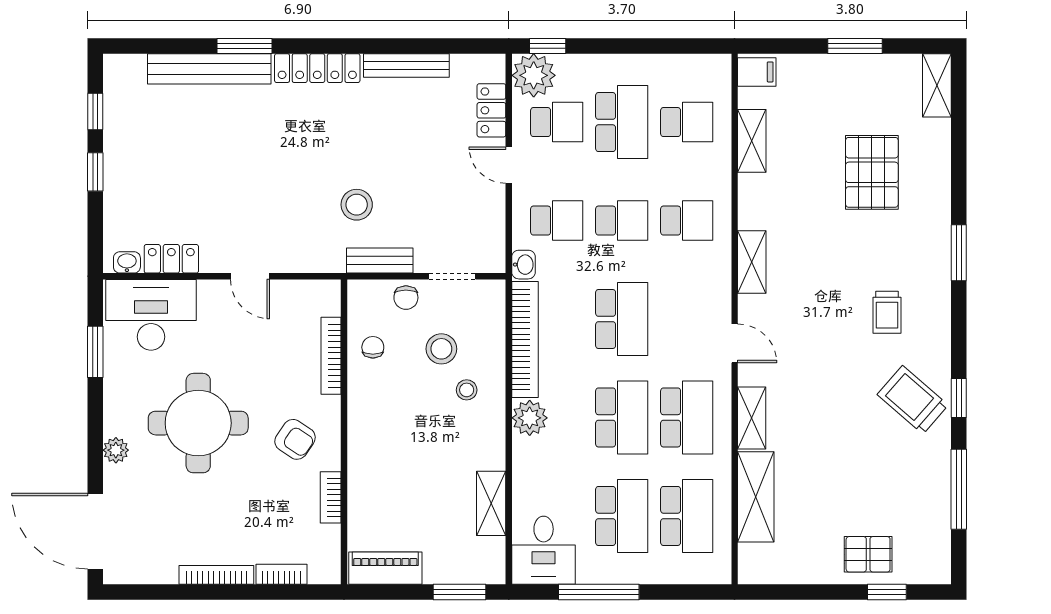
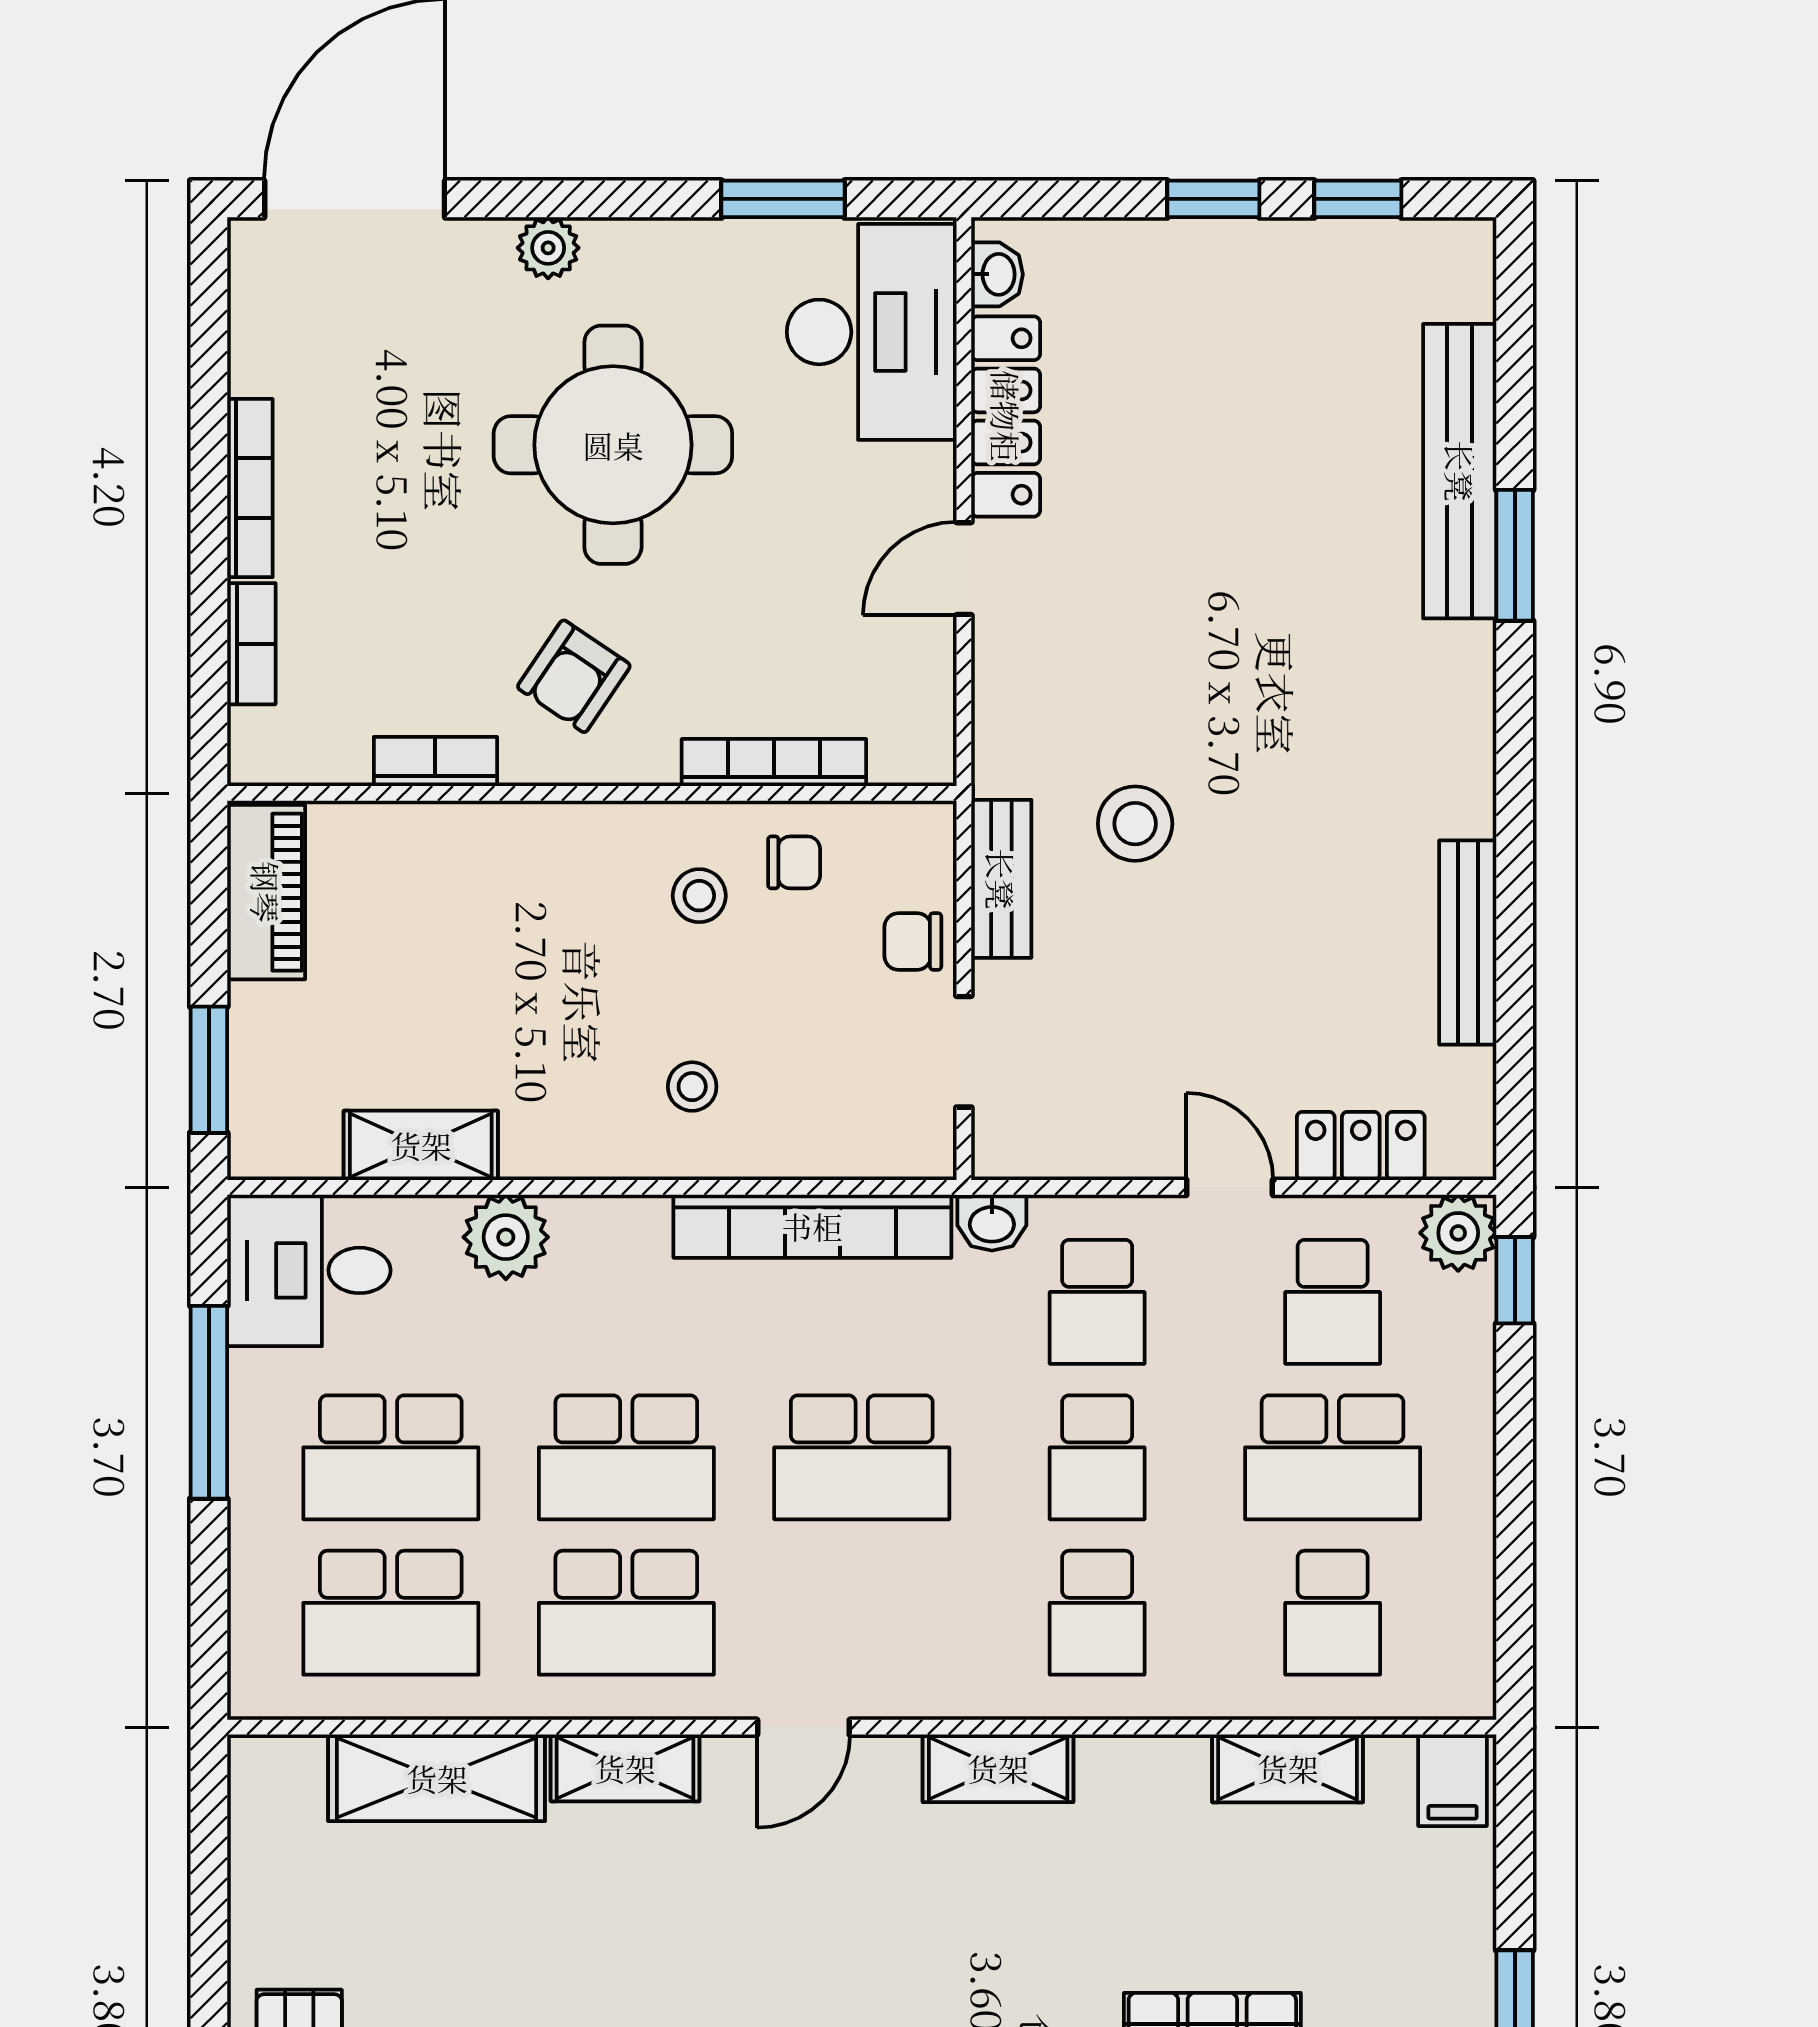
locker: (317, 68) -> (1462, 729), removed
plant: (534, 75) -> (1458, 1233), width x0.73, depth x0.73
door: (509, 165) -> (1230, 1187), hinge flipped
locker: (171, 259) -> (1006, 416), width x1.53
stool: (441, 349) -> (699, 896), moved, width x0.73, depth x0.73
plant: (530, 418) -> (506, 1237), moved

